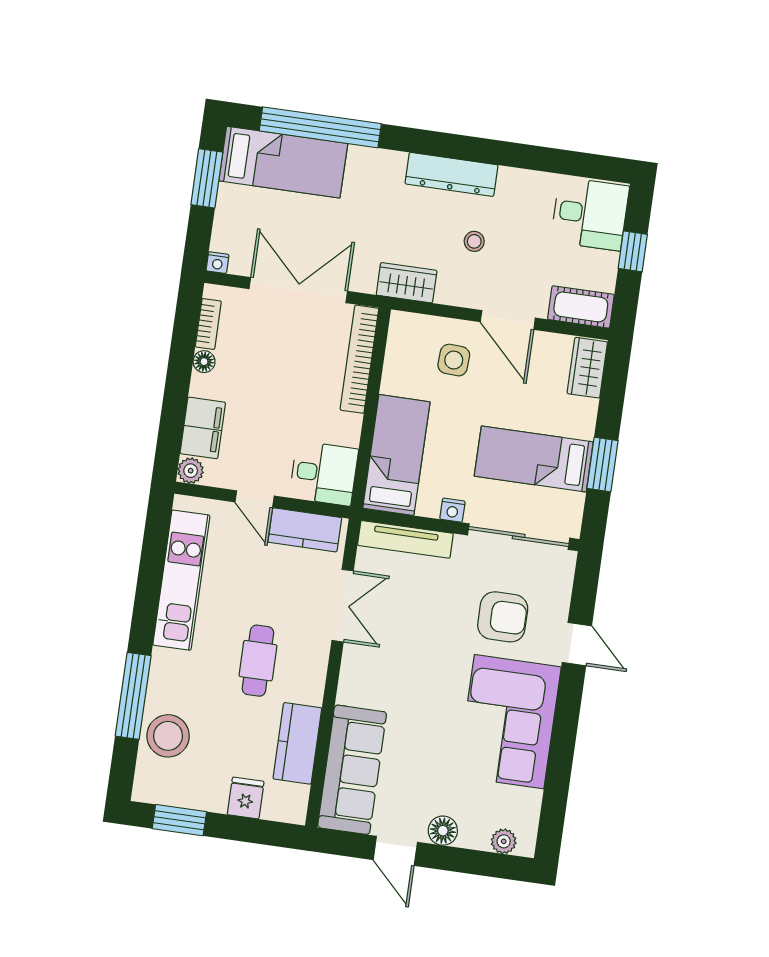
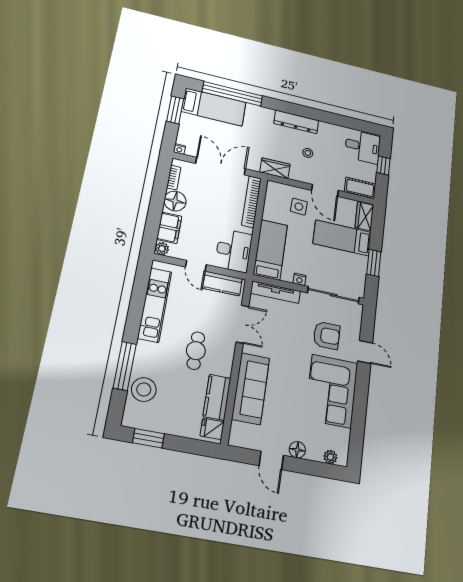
floor lamp: (204, 362) -> (175, 201), width x1.89, depth x1.89
bed: (534, 459) -> (342, 238), moved
desk: (324, 473) -> (234, 250), width x1.37
sofa: (352, 770) -> (251, 389), moved
fridge: (246, 798) -> (212, 429), moved, turned -90

